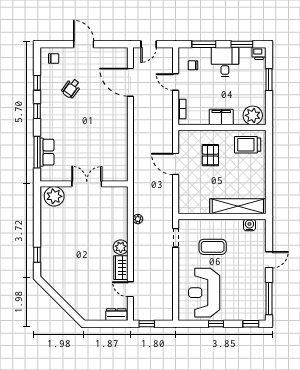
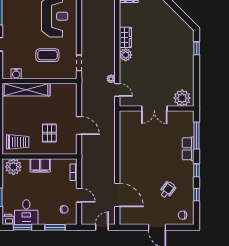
desk: (225, 62) -> (26, 212), moved
row of seats: (47, 152) -> (188, 149), moved
door: (130, 289) -> (117, 90), moved

